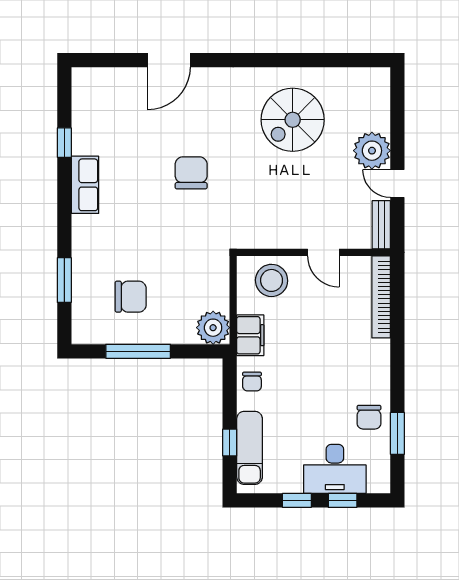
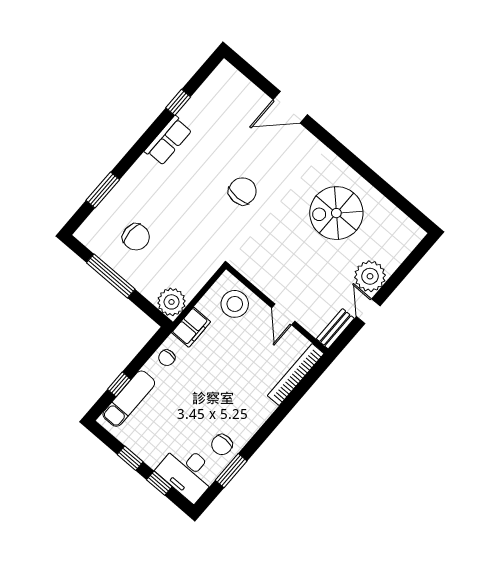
desk: (335, 469) -> (187, 472), moved

